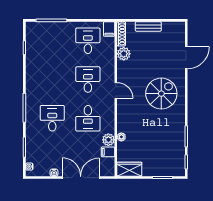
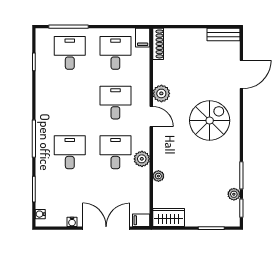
bench: (148, 26) -> (223, 34), moved
desk: (52, 41) -> (70, 53), added
plant: (124, 54) -> (161, 93), moved
desk: (88, 118) -> (115, 152), turned 180
plant: (108, 140) -> (142, 159), moved
plant: (180, 151) -> (234, 194), added
filing cabinet: (108, 152) -> (141, 220), moved

